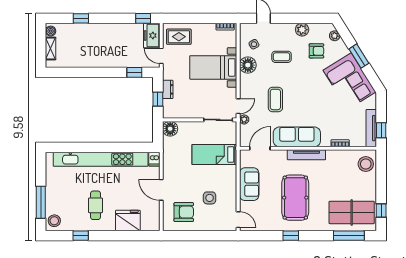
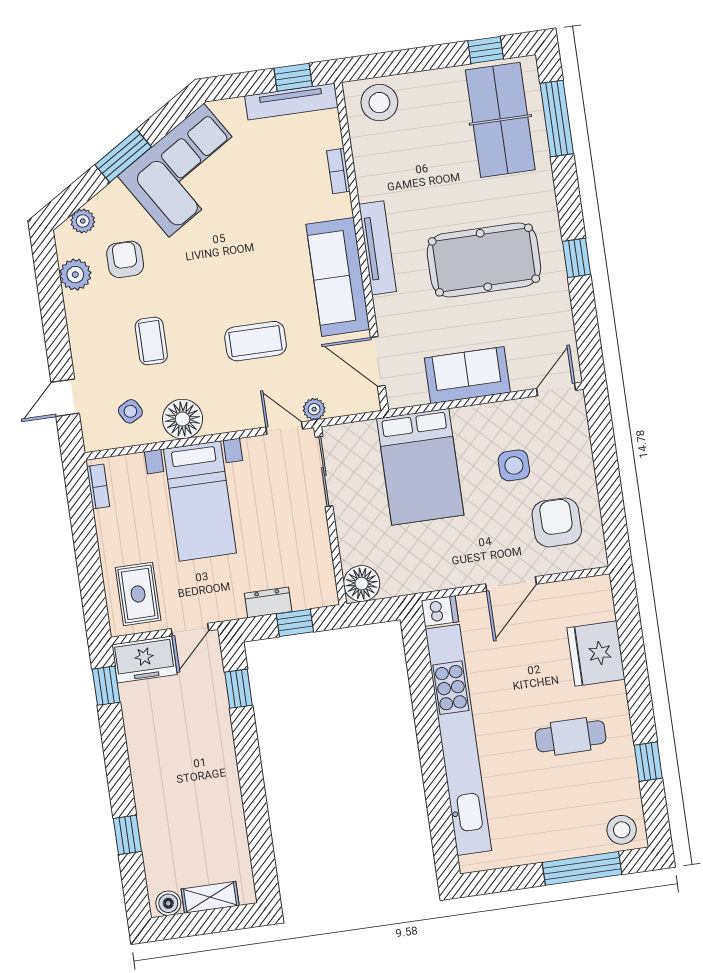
plant: (302, 30) -> (75, 275), moved
bed: (214, 154) -> (420, 467), width x1.50

